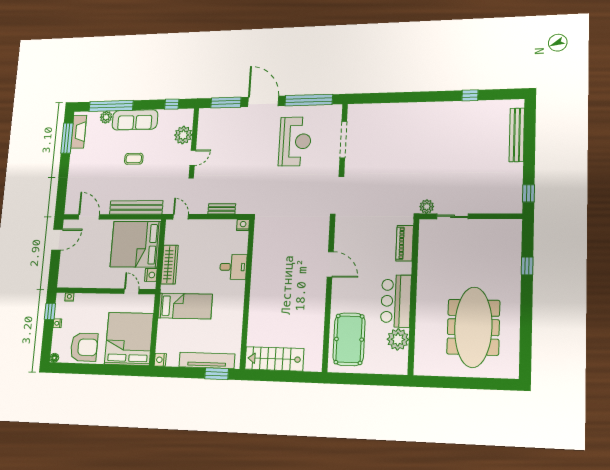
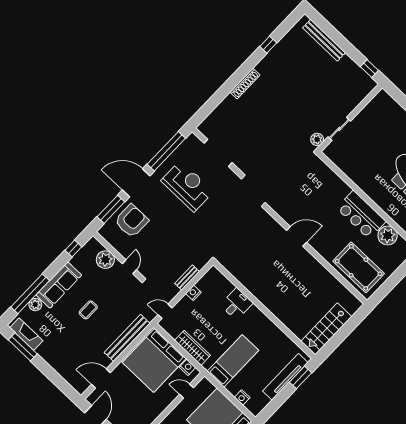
shoe rack: (420, 107) -> (245, 84), added
armchair: (230, 126) -> (132, 221), added
nightstand: (243, 225) -> (193, 293), moved
piano: (405, 243) -> (328, 175), removed
nightstand: (160, 360) -> (242, 398), moved

